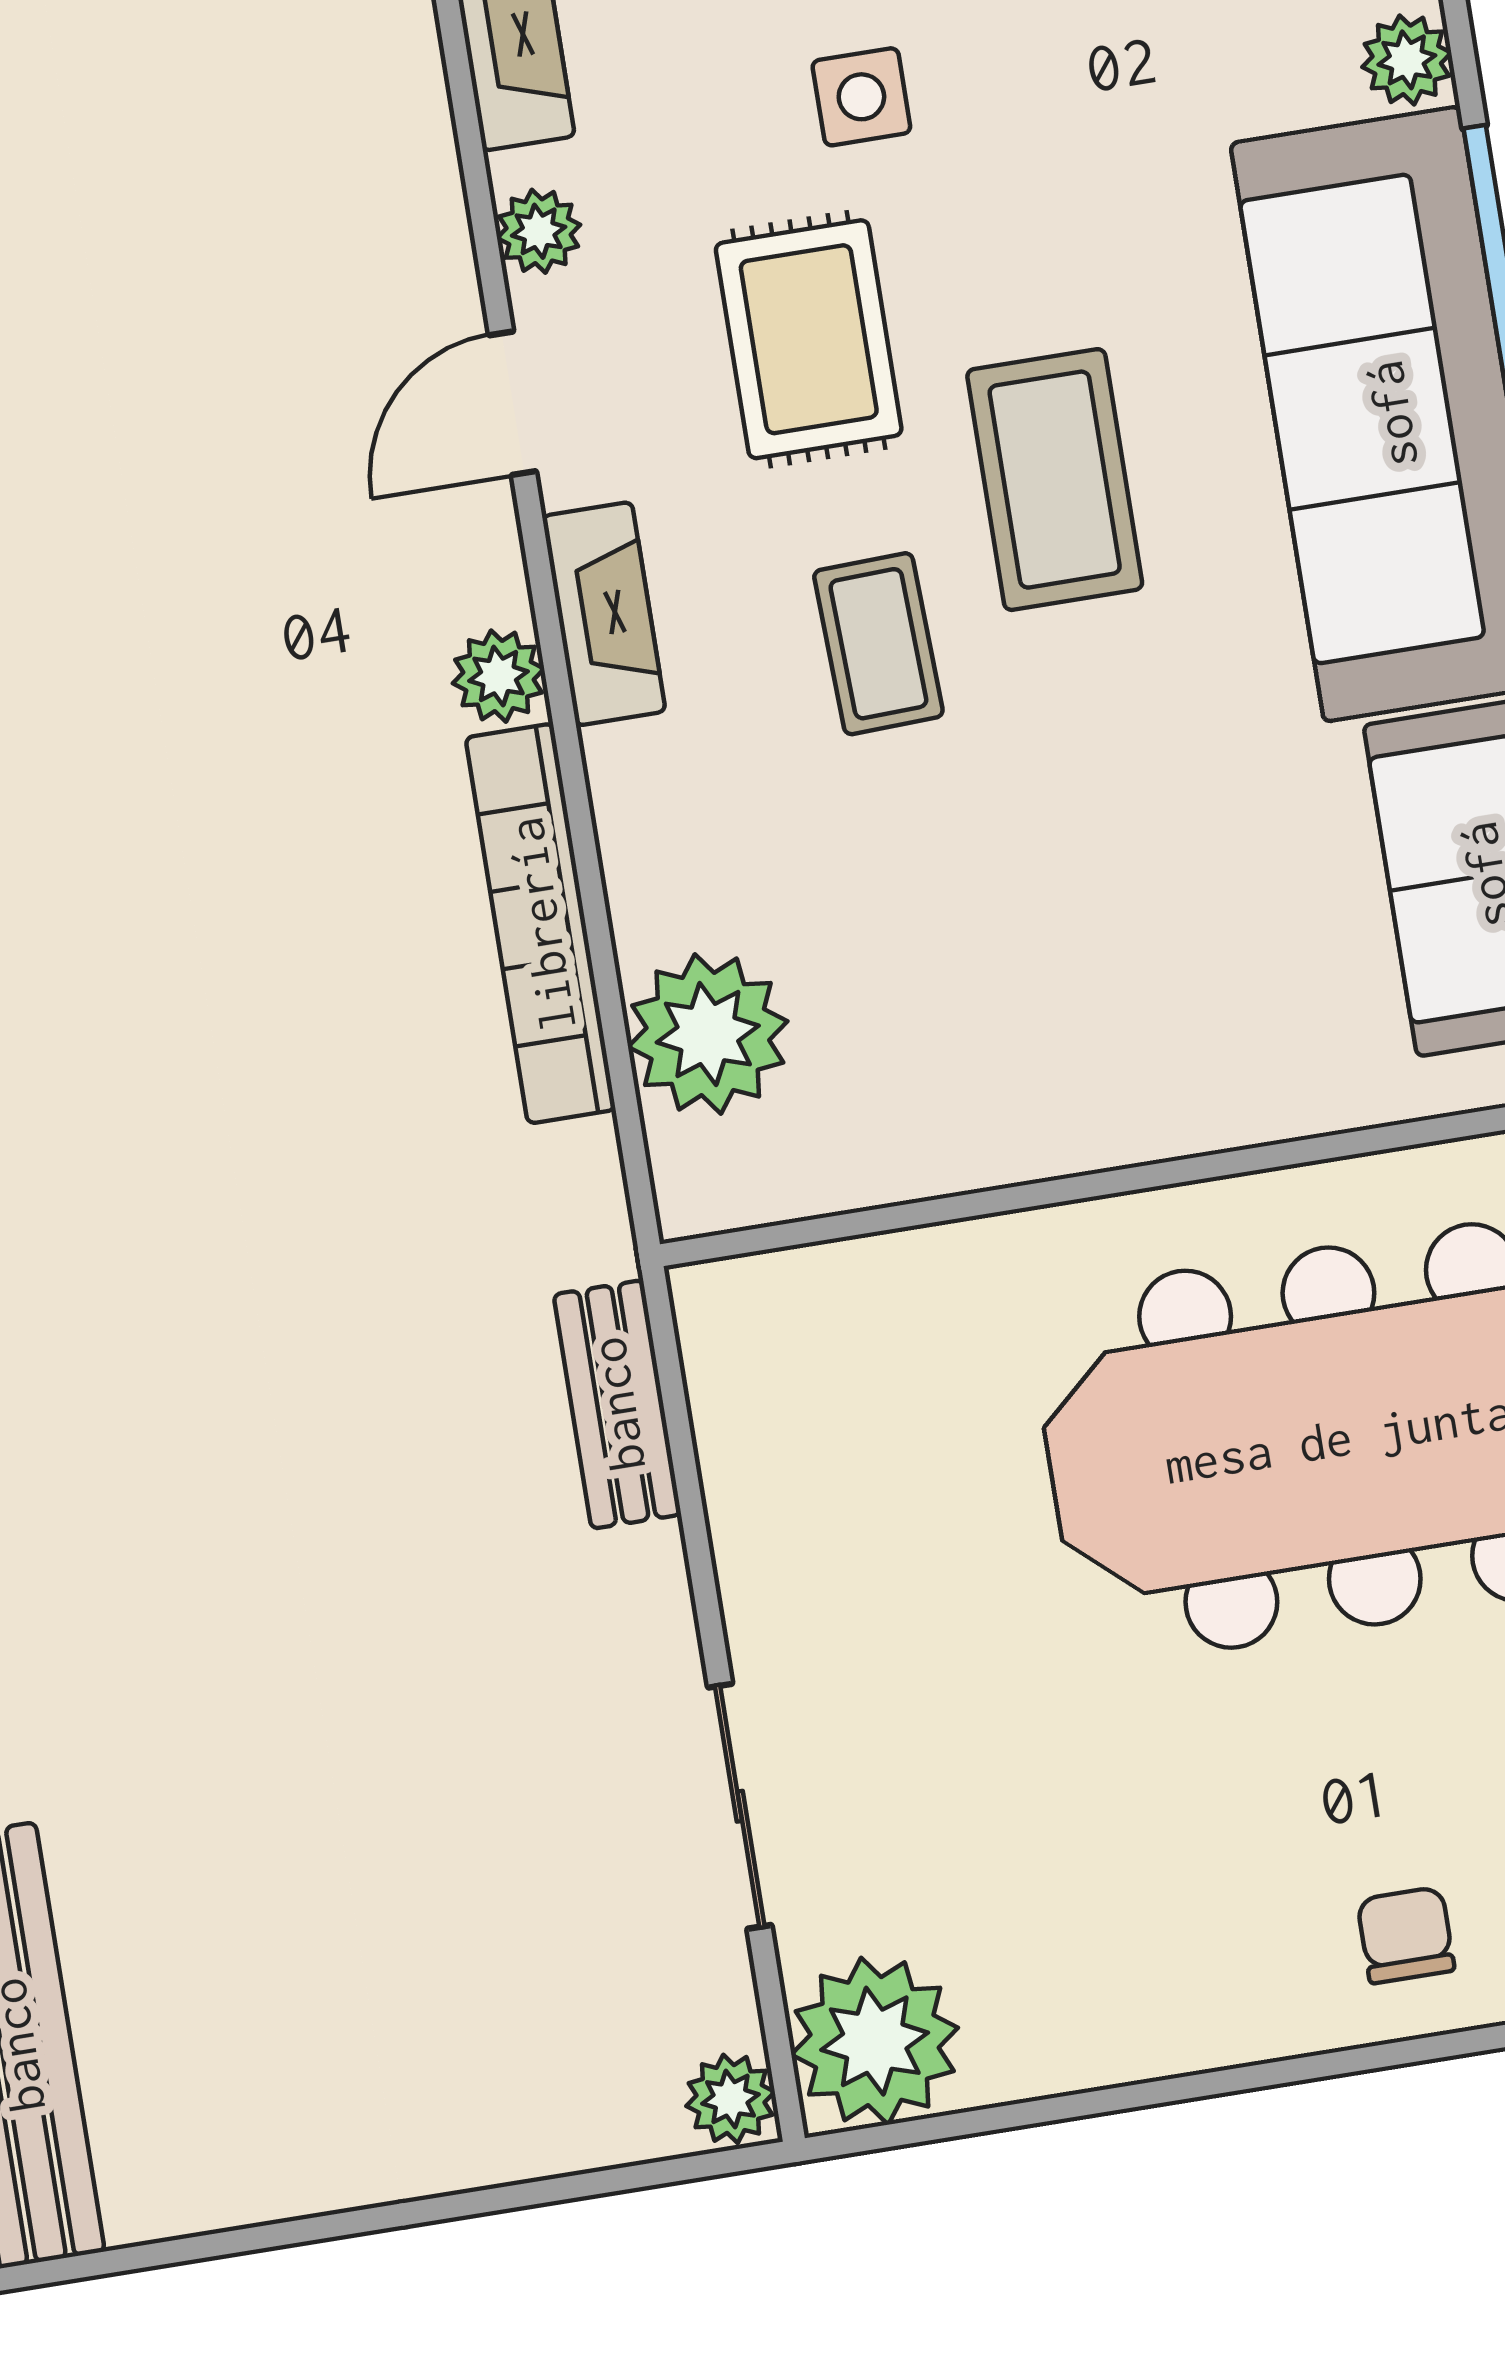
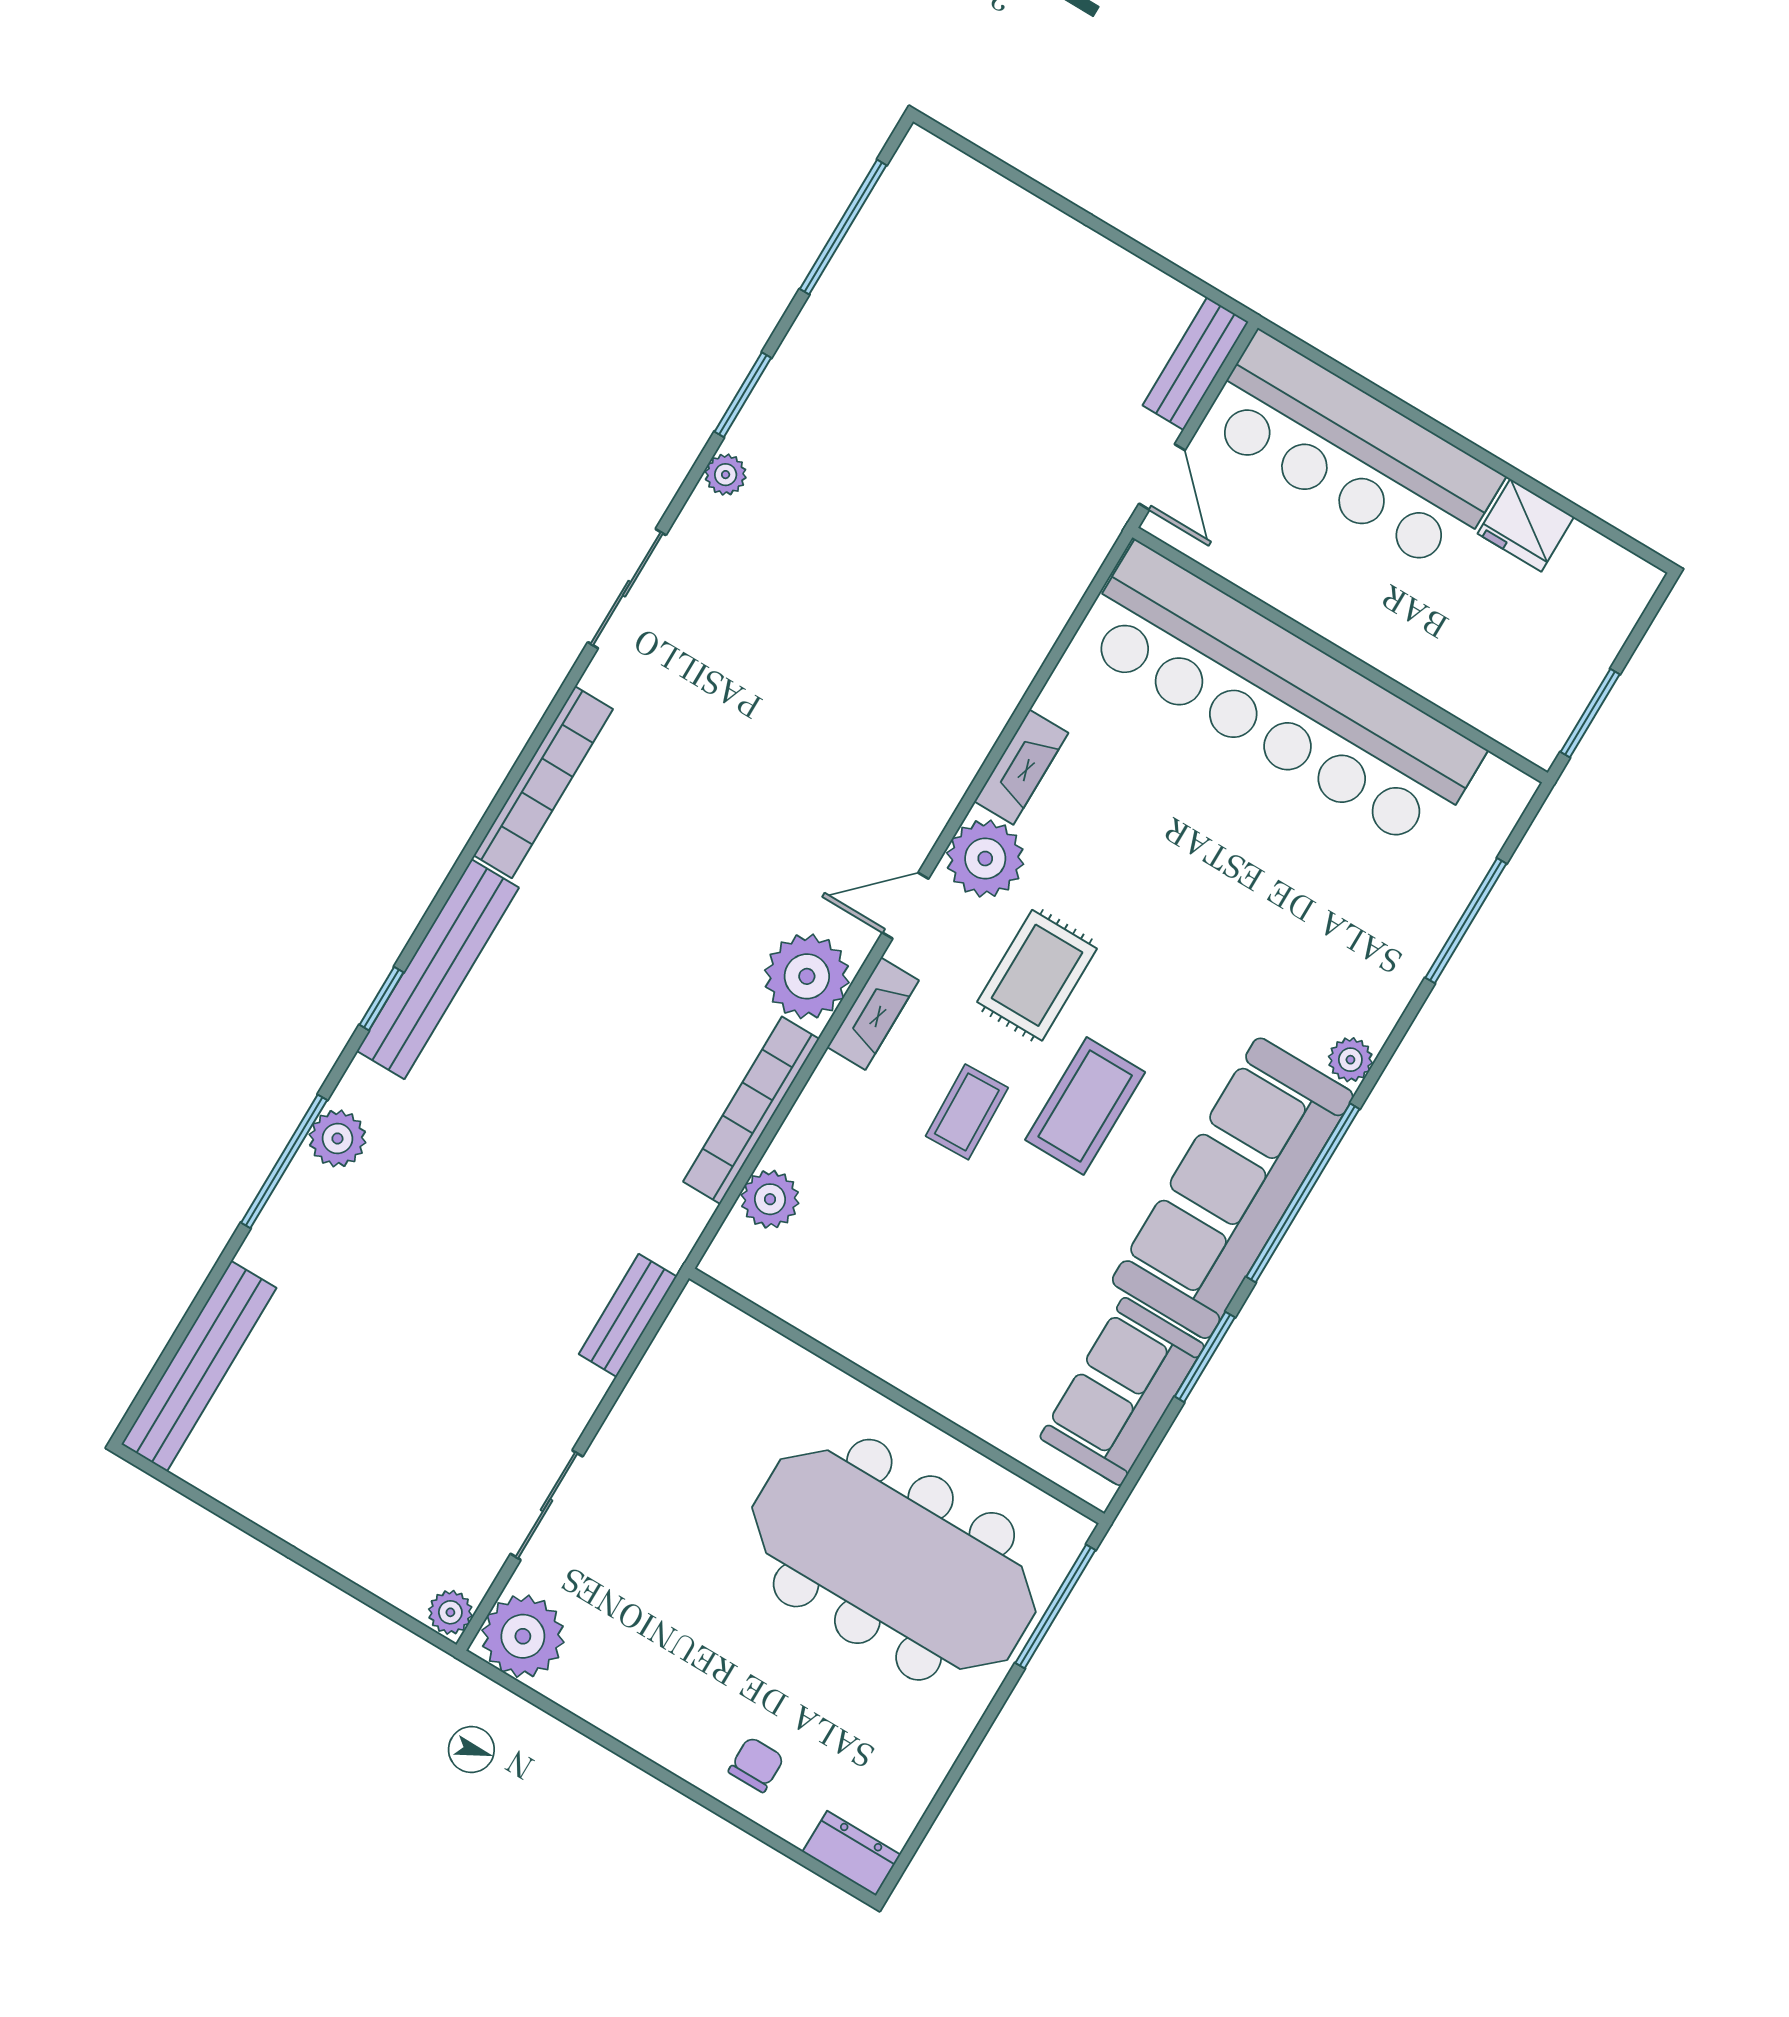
side table: (861, 97) -> (1134, 901), removed
plant: (539, 231) -> (985, 859), width x1.88, depth x1.88
plant: (498, 676) -> (807, 976), width x1.88, depth x1.88
plant: (708, 1034) -> (770, 1199), width x0.73, depth x0.73

